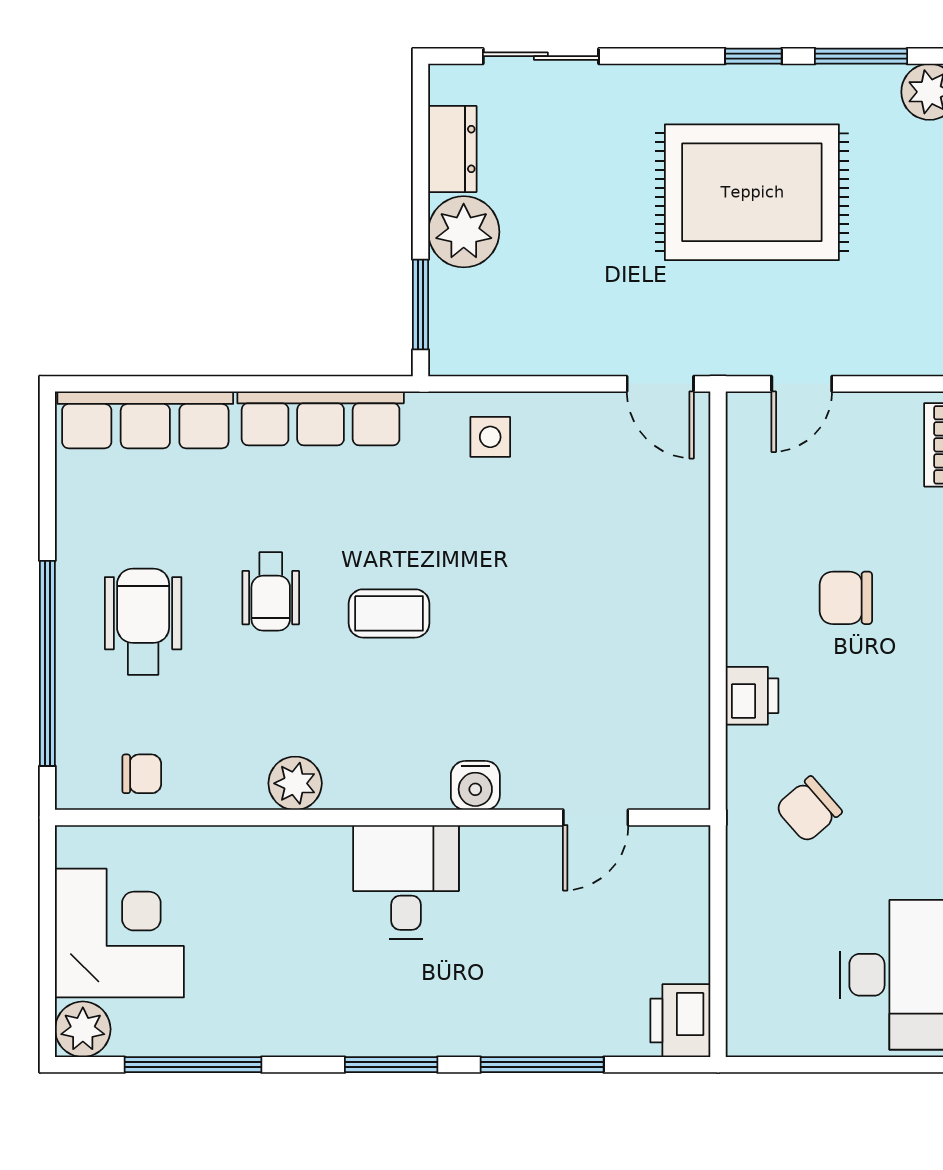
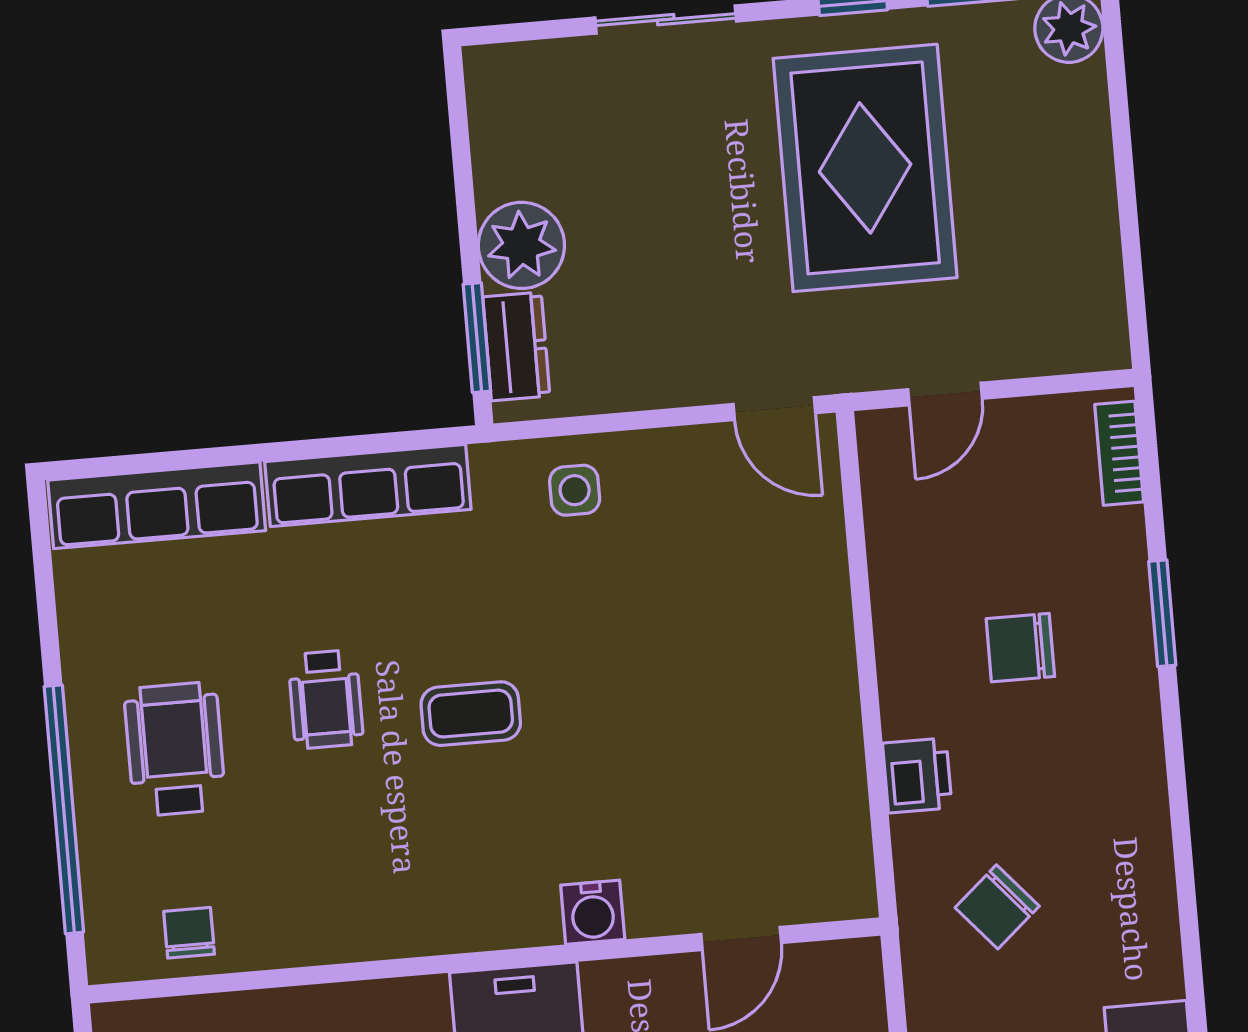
sliding door: (541, 56) -> (666, 20), moved
dresser: (452, 149) -> (516, 346), moved
rug: (752, 192) -> (865, 168), turned 90
chair: (142, 774) -> (189, 933), turned -90
plant: (295, 783) -> (375, 928), removed

